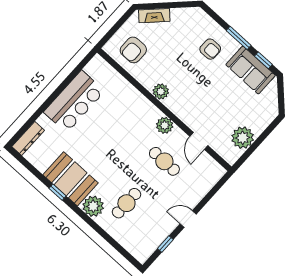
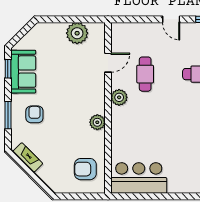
fireplace: (154, 16) -> (28, 157), moved
window: (239, 38) -> (8, 115), moved
armchair: (133, 50) -> (85, 169), turned 180
bar counter: (74, 102) -> (139, 178), moved

